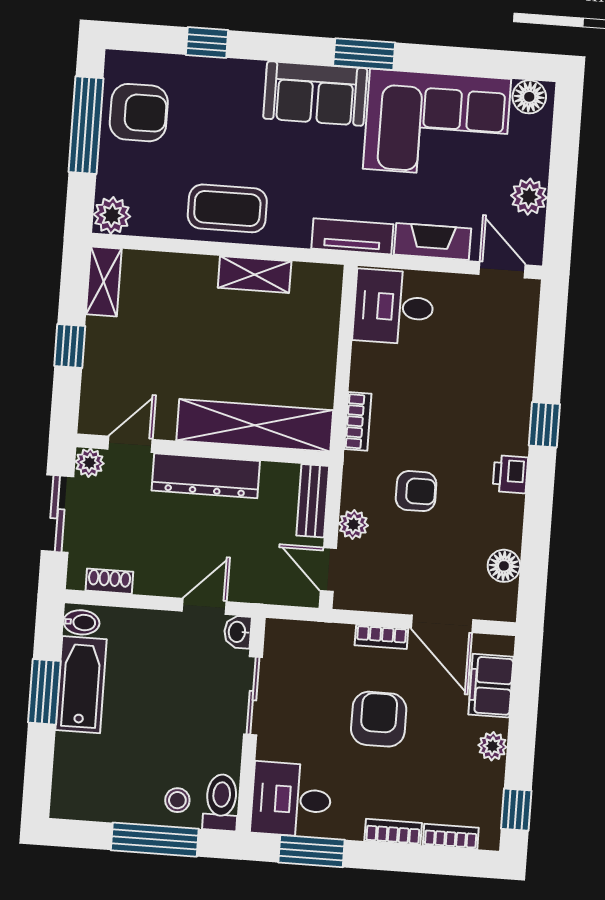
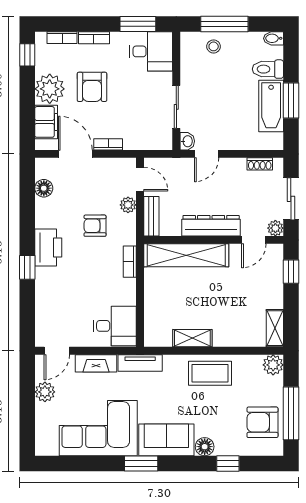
floor lamp: (529, 97) -> (205, 447), moved
door: (502, 270) -> (57, 351), hinge flipped
window: (70, 346) -> (291, 272), moved
printer: (510, 474) -> (48, 247), width x1.87, depth x1.48
bidet: (81, 622) -> (273, 38), moved
armchair: (379, 719) -> (92, 87), moved
plant: (493, 746) -> (50, 89), width x1.87, depth x1.87
toilet: (221, 802) -> (268, 69), moved, turned 90

